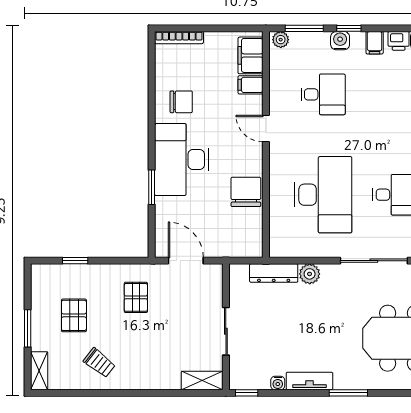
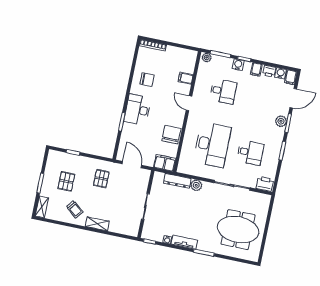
filing cabinet: (250, 55) -> (165, 163), moved, turned 90
desk: (182, 160) -> (138, 110), width x0.73, depth x0.77
shelving: (202, 381) -> (97, 224), moved

